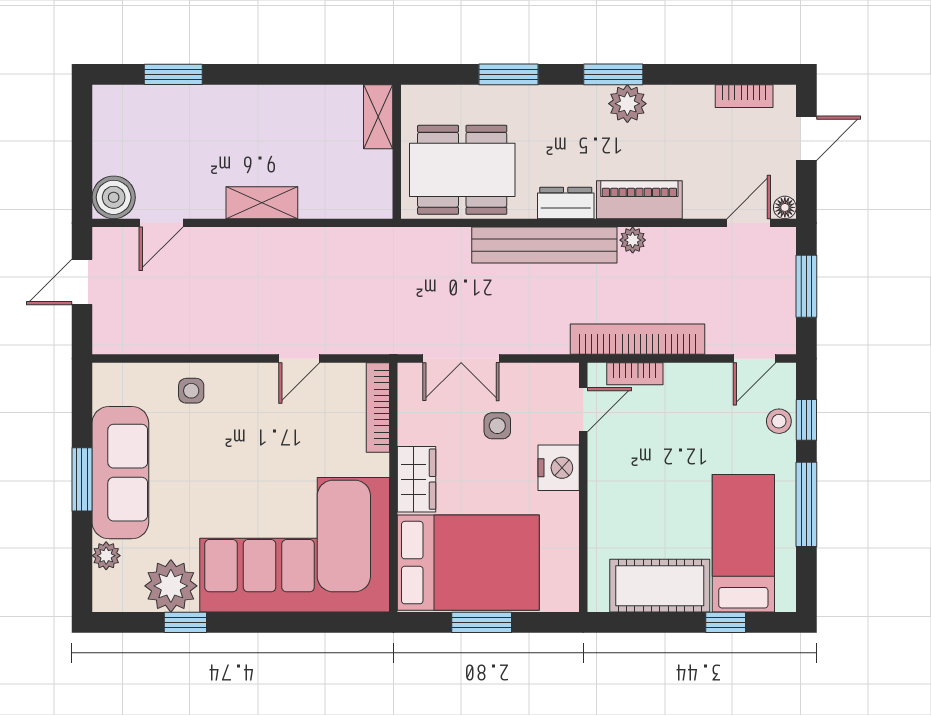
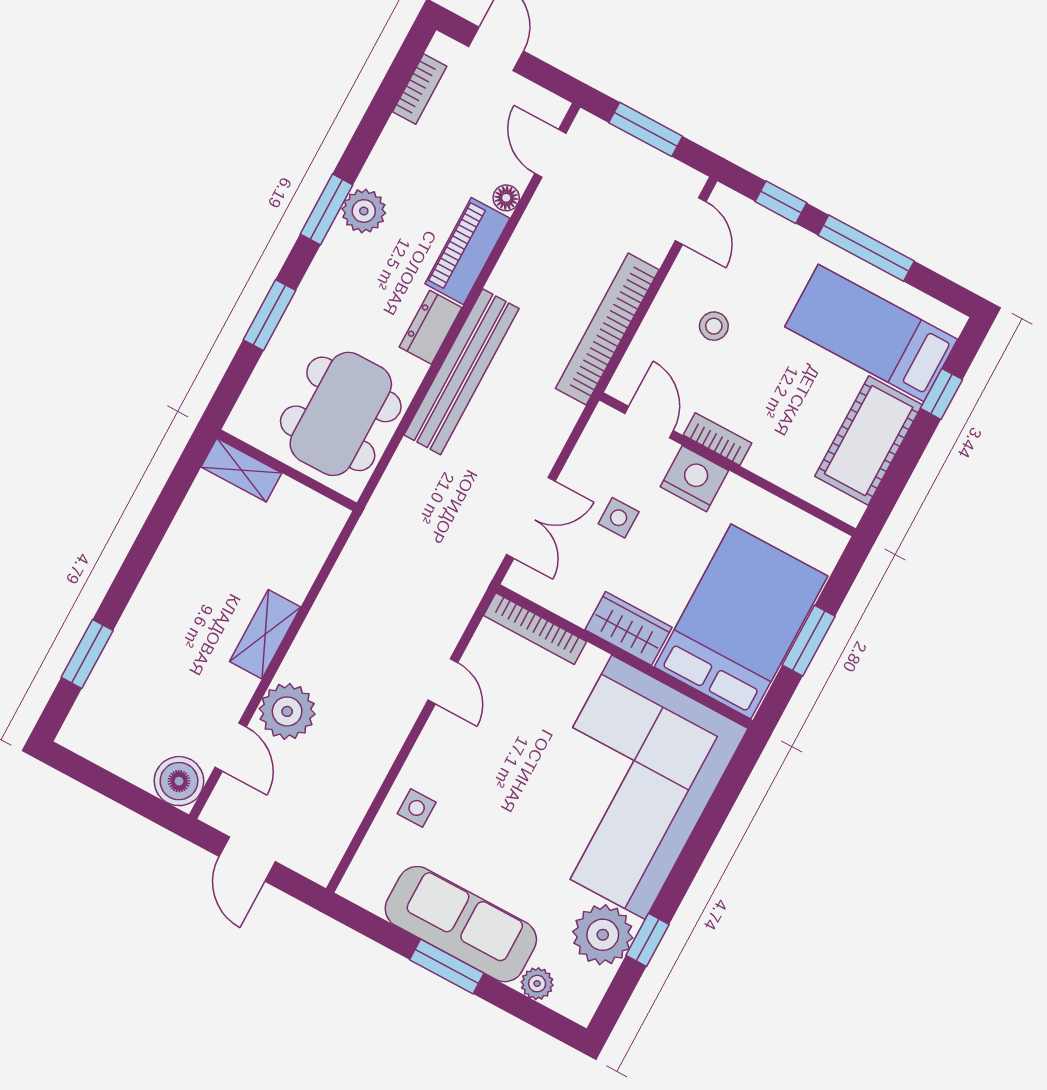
floor lamp: (785, 207) -> (506, 198), moved
plant: (633, 240) -> (287, 711), moved, width x1.88, depth x1.88
bookcase: (635, 374) -> (717, 439), moved, turned -90
stool: (779, 421) -> (714, 326), moved

